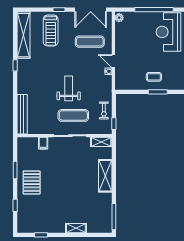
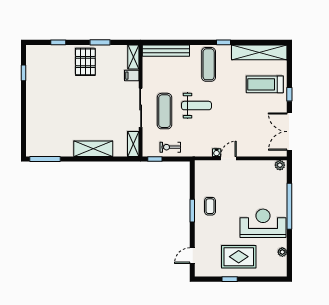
exercise mat: (90, 42) -> (209, 64), moved
pallet: (32, 182) -> (85, 62), turned 90
shelving: (76, 228) -> (133, 57), moved

